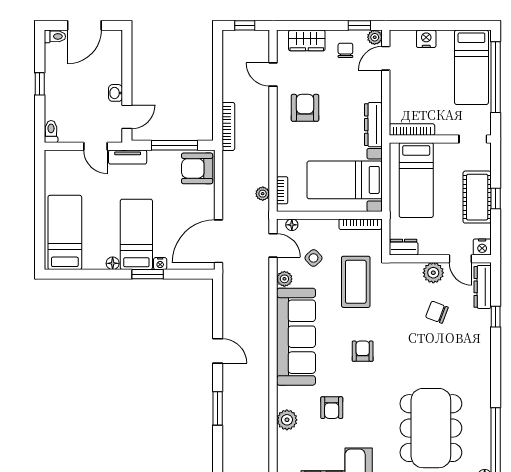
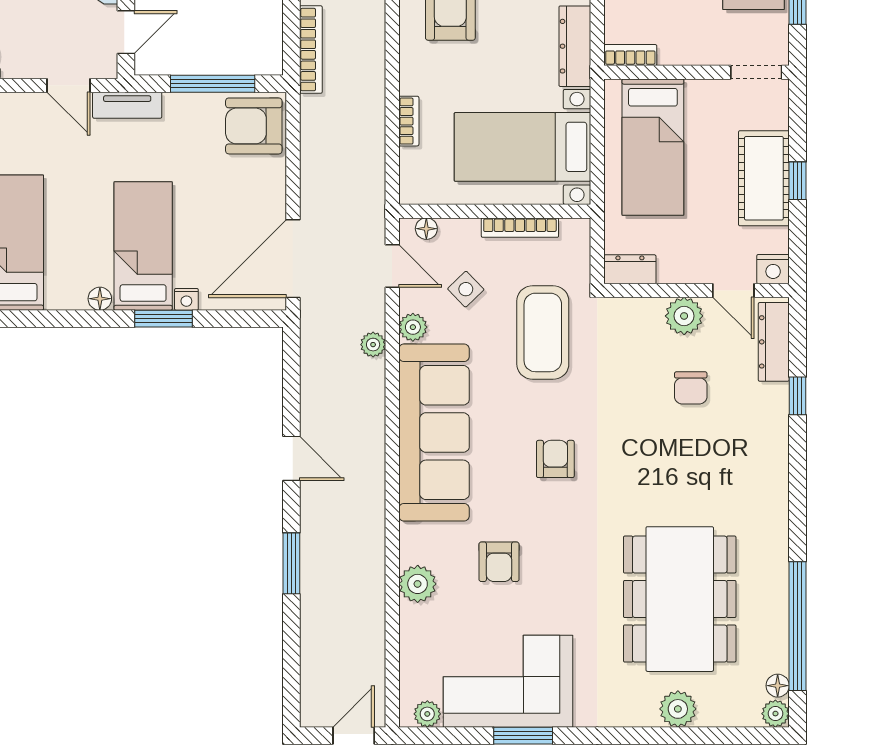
bookcase: (412, 129) -> (630, 55), width x0.64
bookcase: (282, 190) -> (409, 121), moved
plant: (263, 194) -> (373, 345), moved
bookcase: (360, 224) -> (520, 228), moved
chair: (437, 312) -> (691, 388), turned -111

